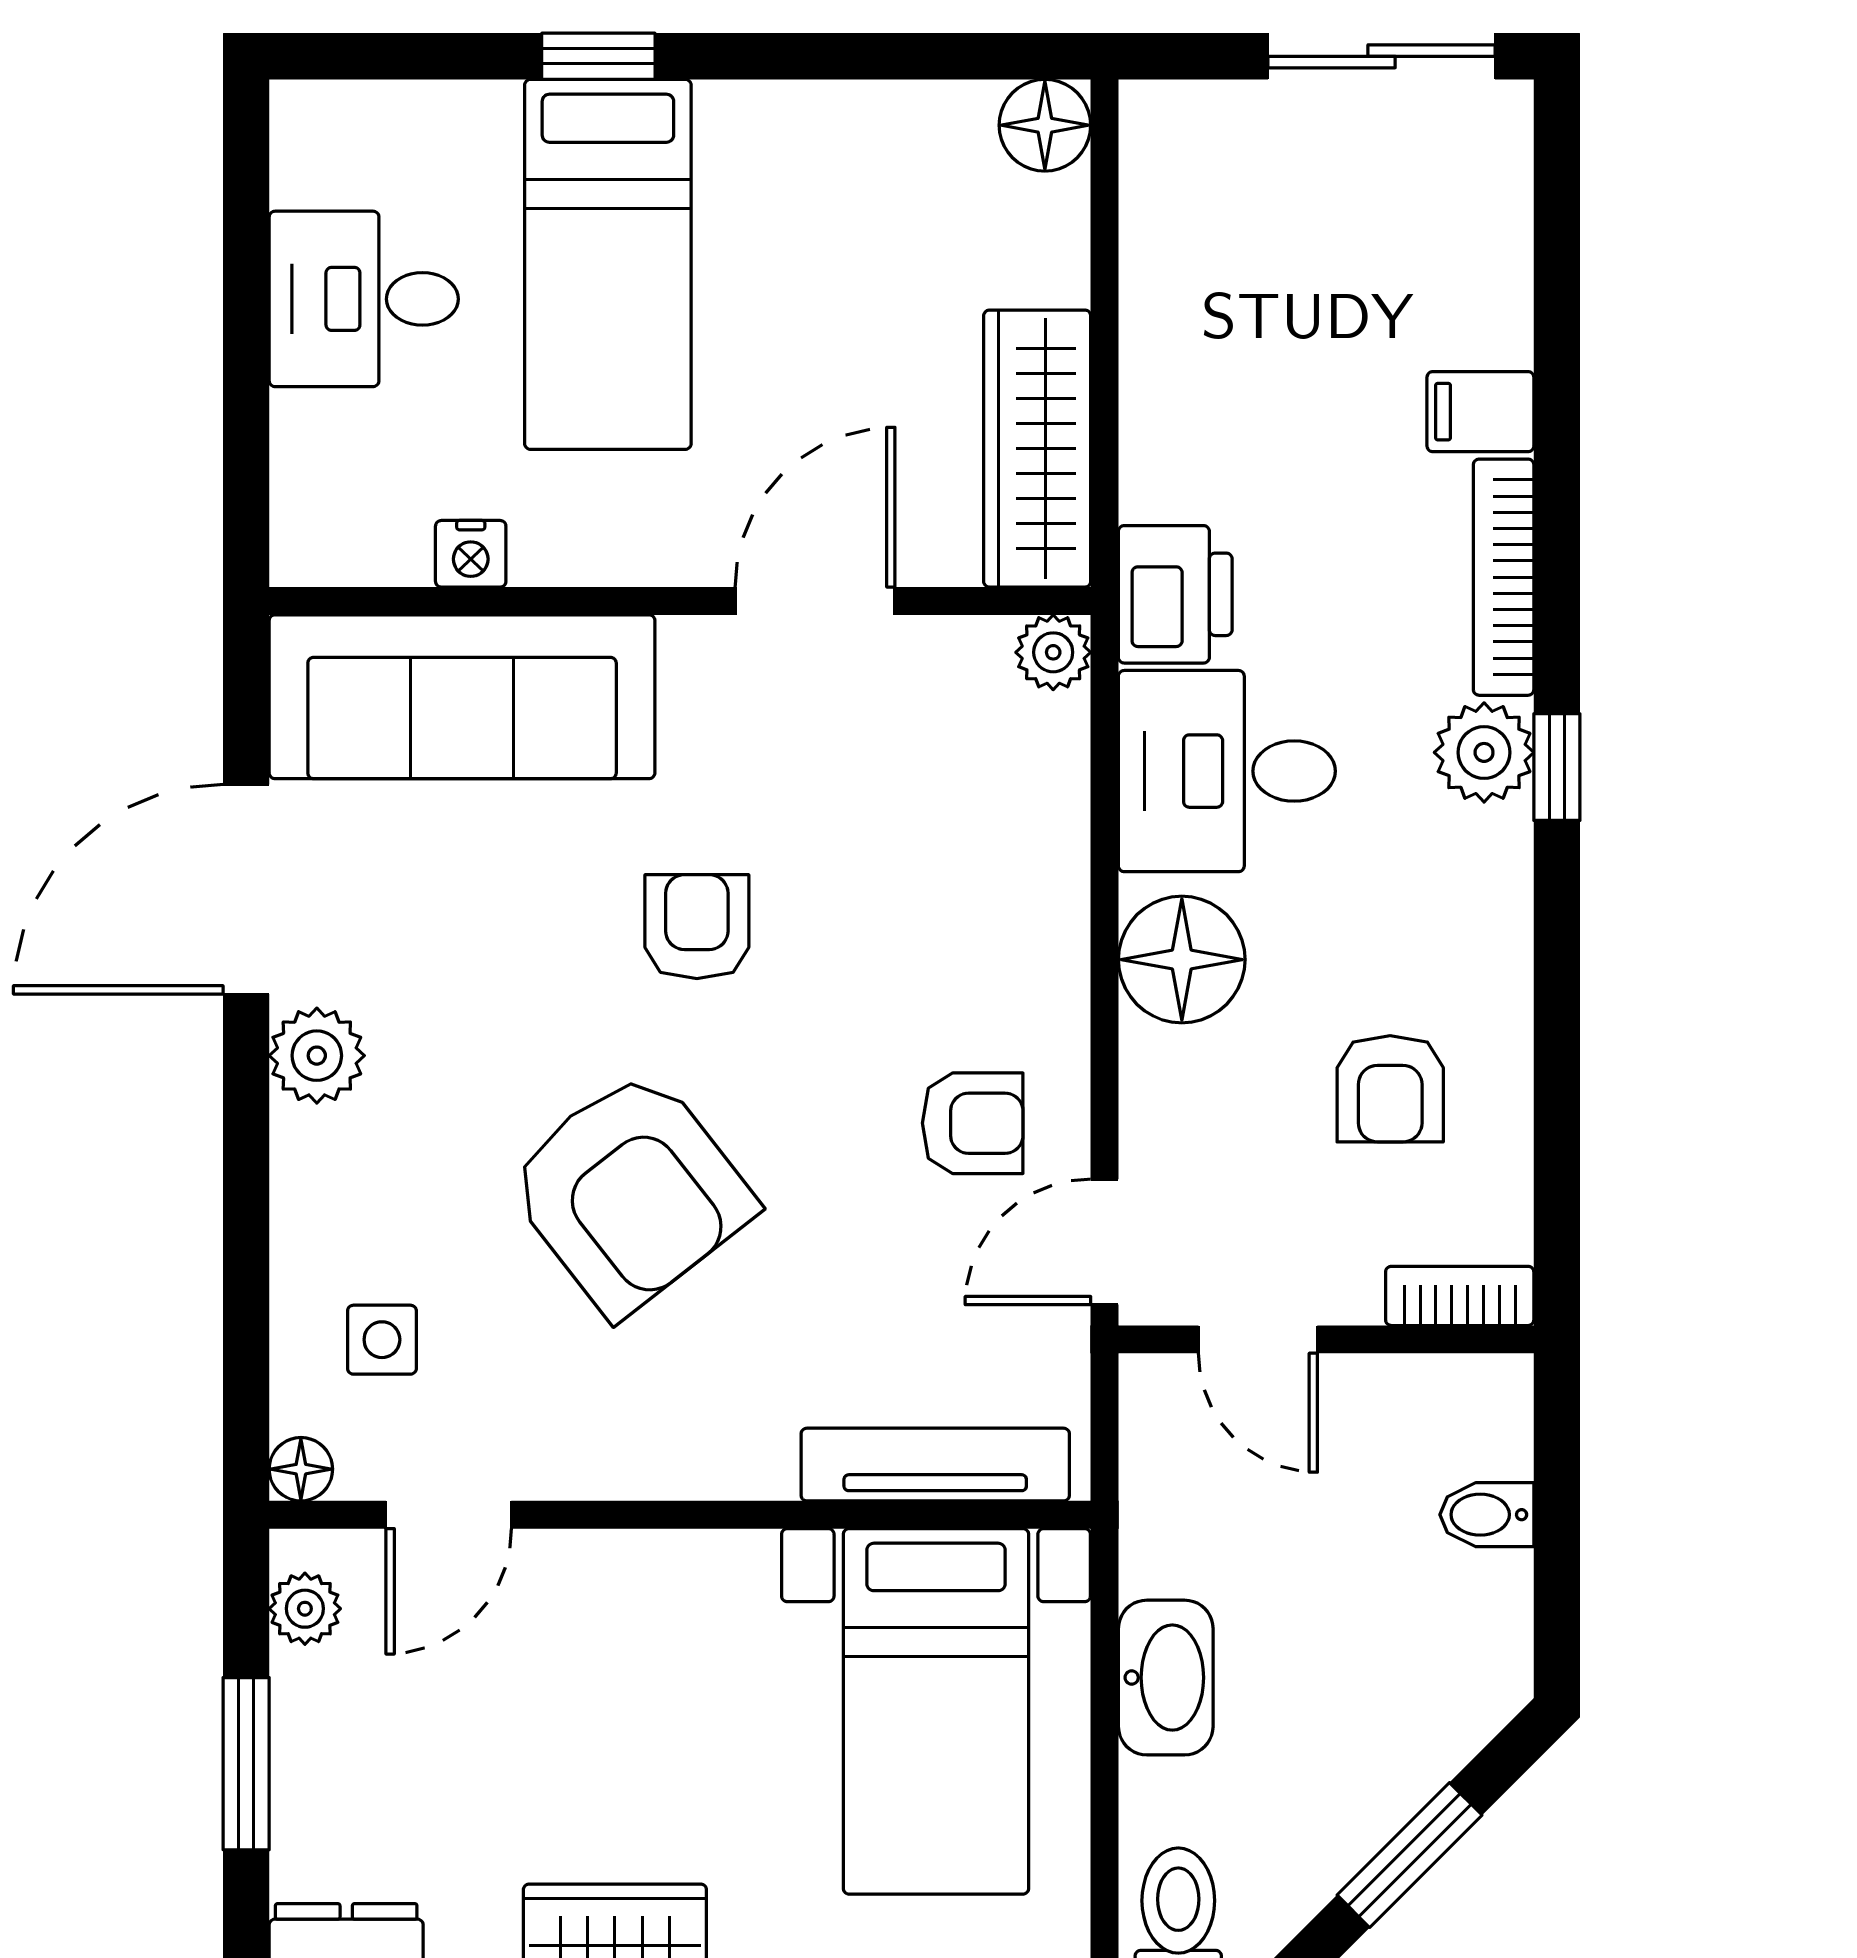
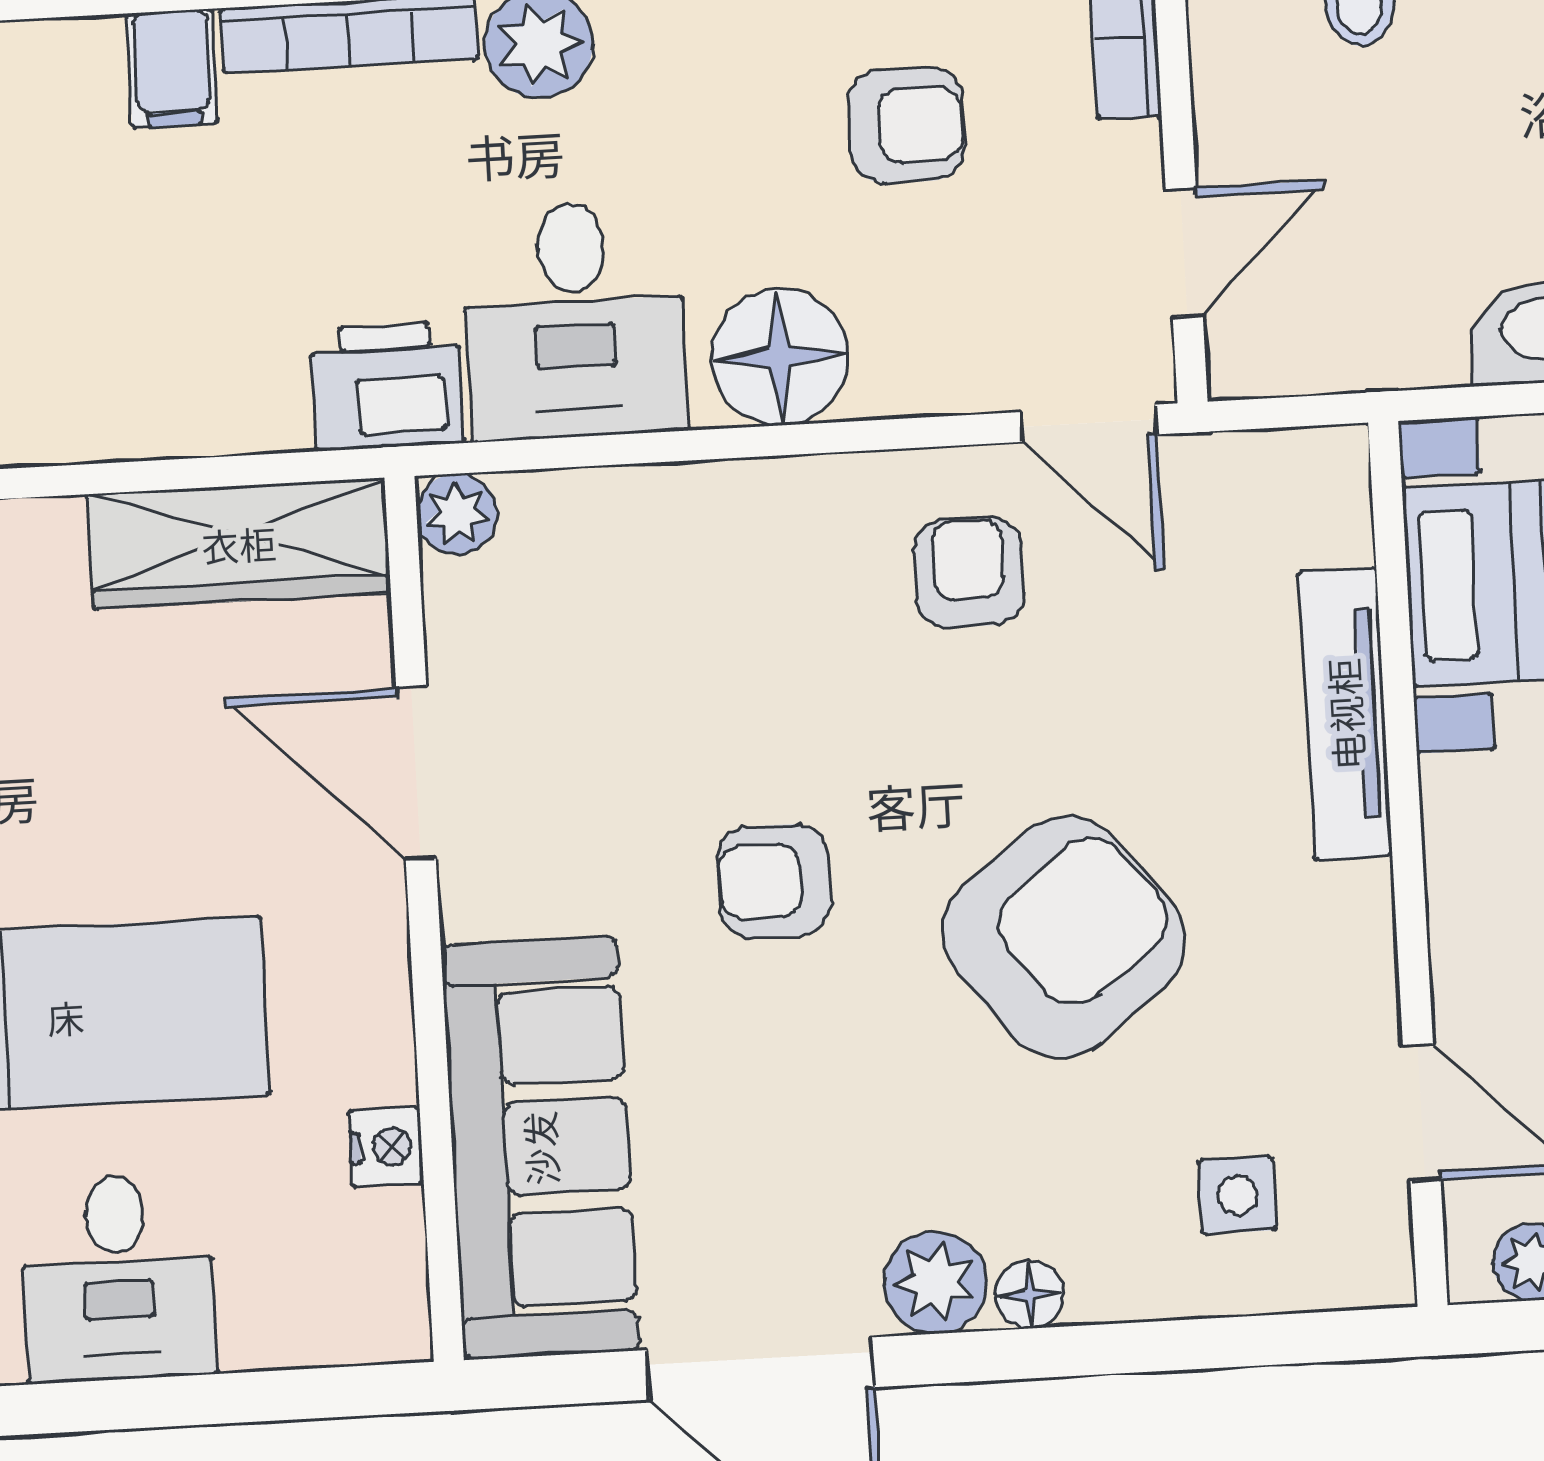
tv unit: (935, 1465) -> (1345, 714), moved
floor lamp: (301, 1469) -> (1030, 1294), moved

